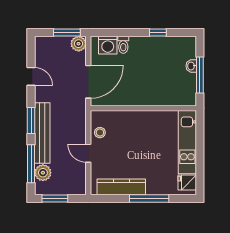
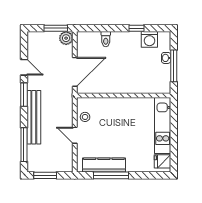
washing machine: (108, 45) -> (149, 39), moved
window: (31, 120) -> (24, 95), moved
plant: (43, 173) -> (34, 153), removed
window: (149, 198) -> (111, 175), moved

